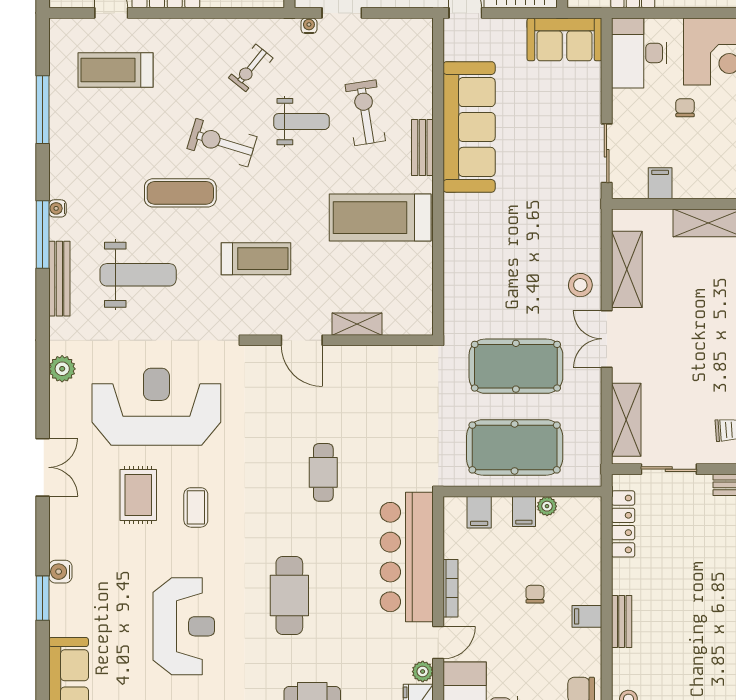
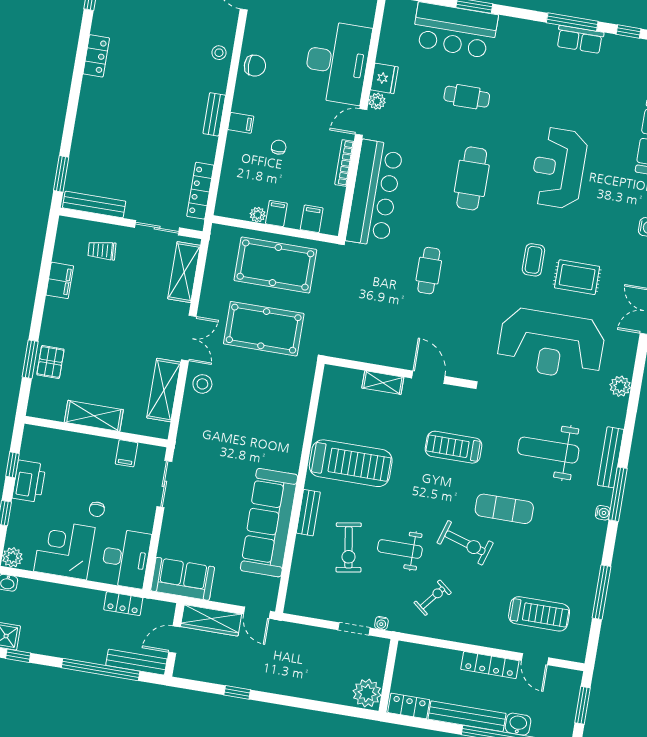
rug: (138, 495) -> (577, 277), turned 90
chair: (535, 594) -> (279, 147), turned 180

